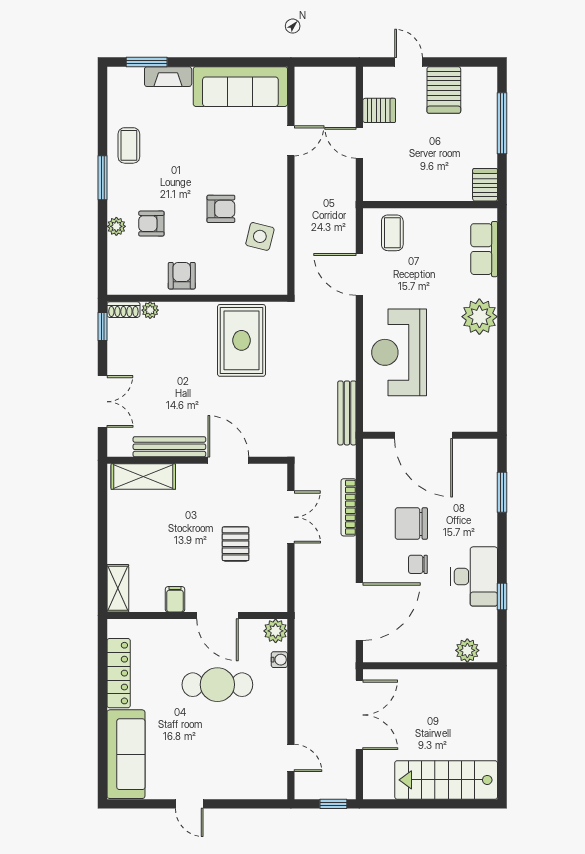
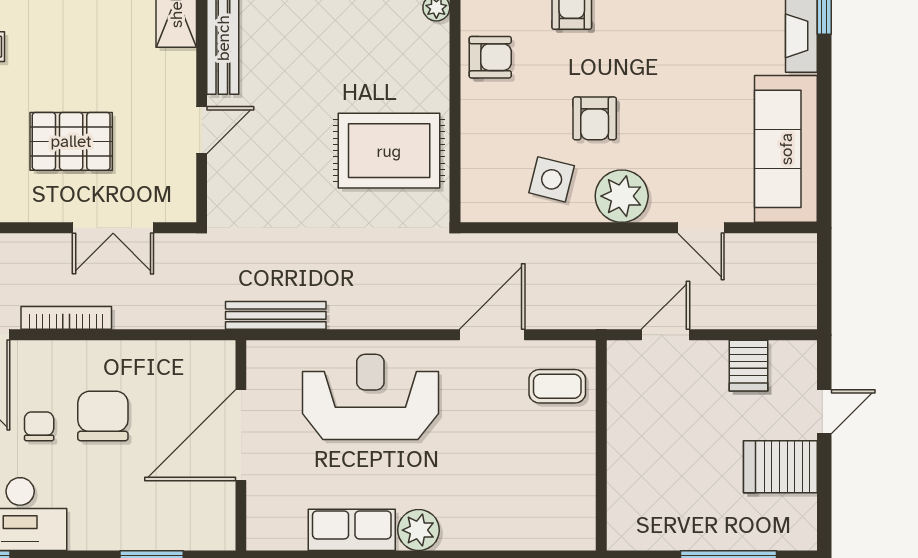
door: (359, 143) -> (665, 335), moved
server rack: (485, 185) -> (632, 531), removed
plant: (271, 192) -> (622, 196), added
row of seats: (484, 249) -> (352, 530), moved
plant: (479, 317) -> (419, 530), width x0.73, depth x0.73
door: (228, 460) -> (202, 130), width x0.73
bookcase: (349, 507) -> (66, 318), moved
pallet: (236, 544) -> (71, 141), width x1.50, depth x1.42

